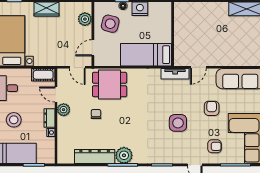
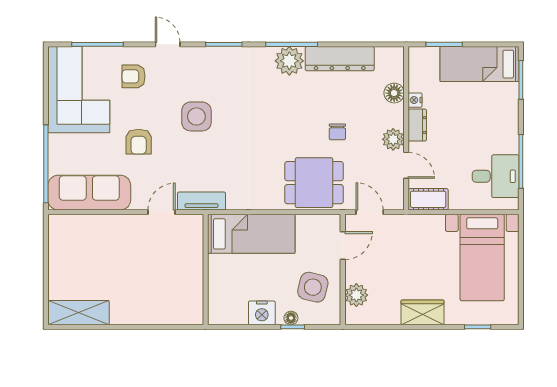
stool: (14, 120) -> (479, 122), removed
floor lamp: (63, 137) -> (394, 93), added

